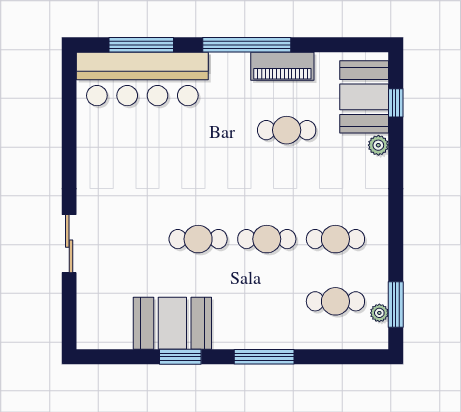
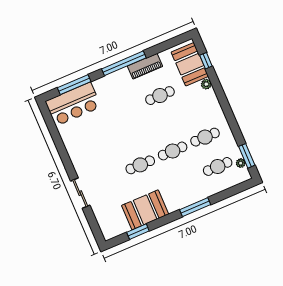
bar counter: (142, 79) -> (73, 104), width x0.73
window: (180, 357) -> (138, 232), moved

